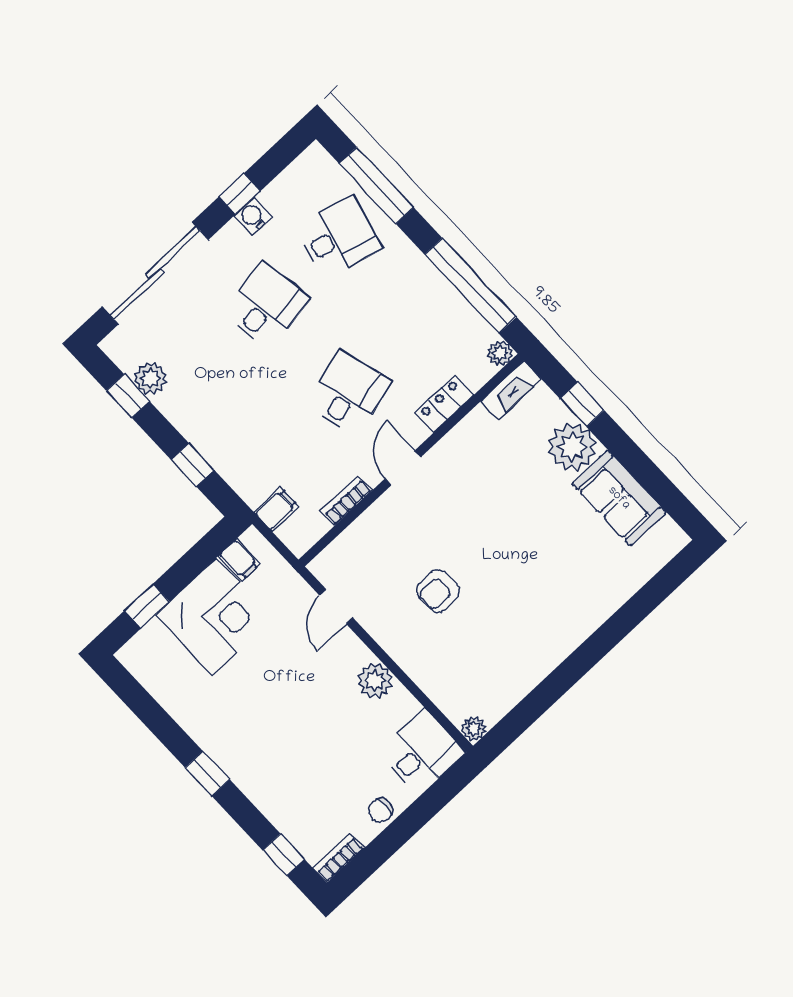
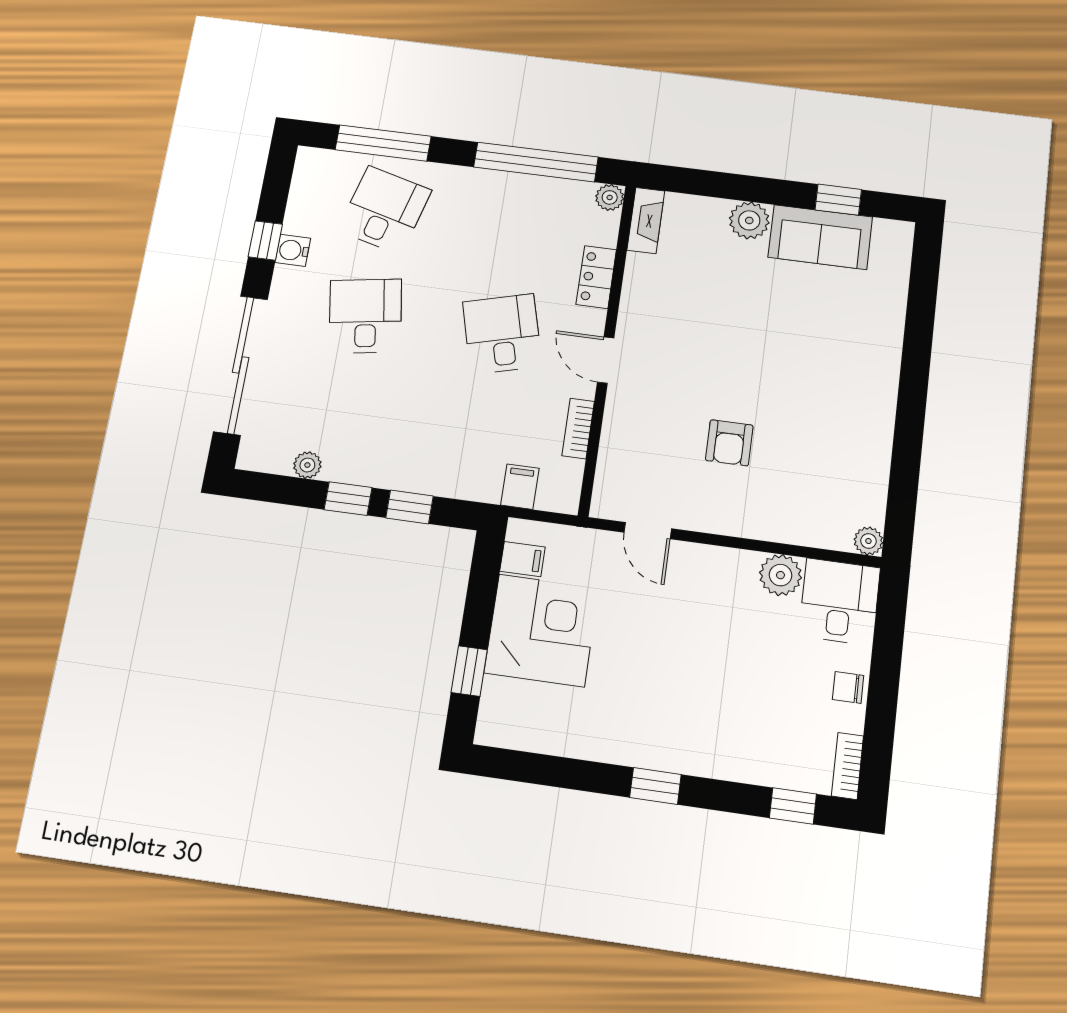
plant: (150, 378) -> (307, 465), width x0.73, depth x0.73
window: (128, 396) -> (348, 499), moved
window: (582, 404) -> (838, 200), moved
plant: (572, 447) -> (749, 220), width x0.73, depth x0.73
plant: (375, 681) -> (780, 575), moved
chair: (380, 810) -> (848, 687), turned 90

